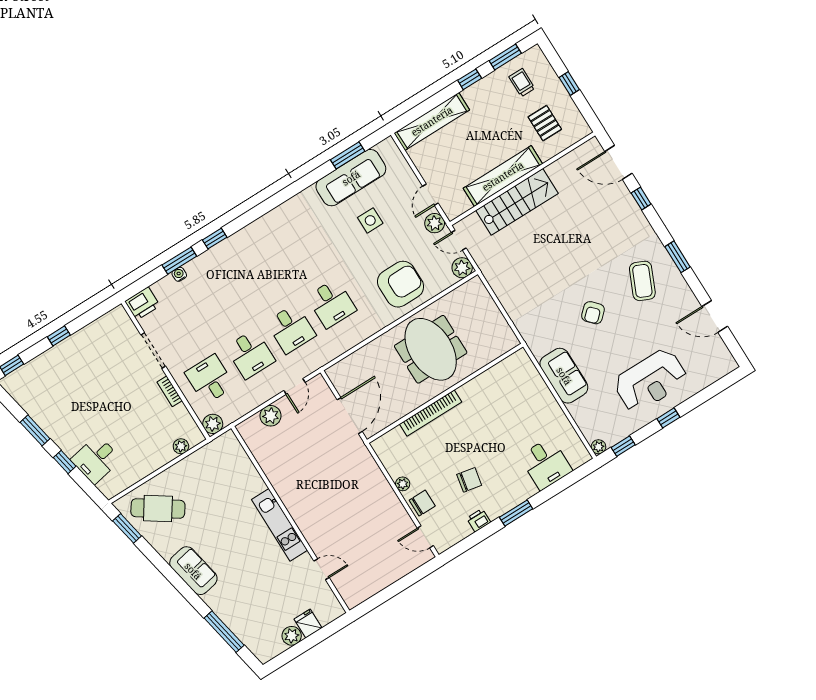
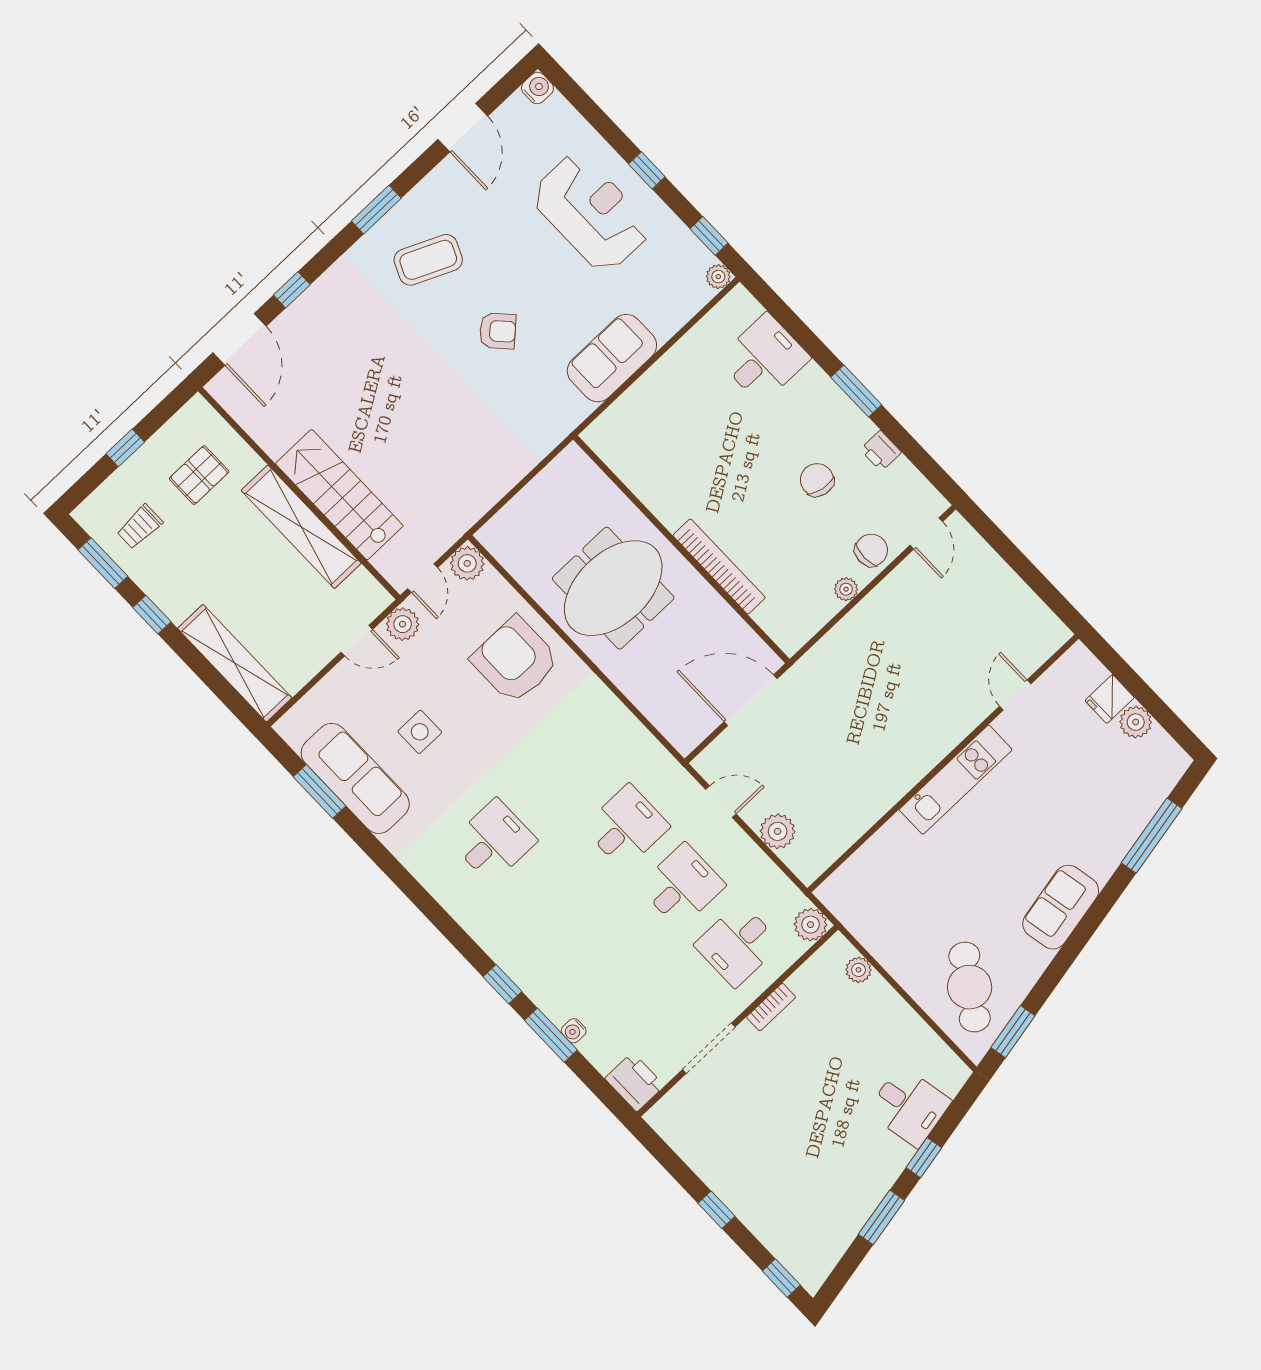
desk: (331, 303) -> (494, 841), moved
water cooler: (729, 364) -> (537, 88), added
chair: (422, 503) -> (871, 550), turned 90

